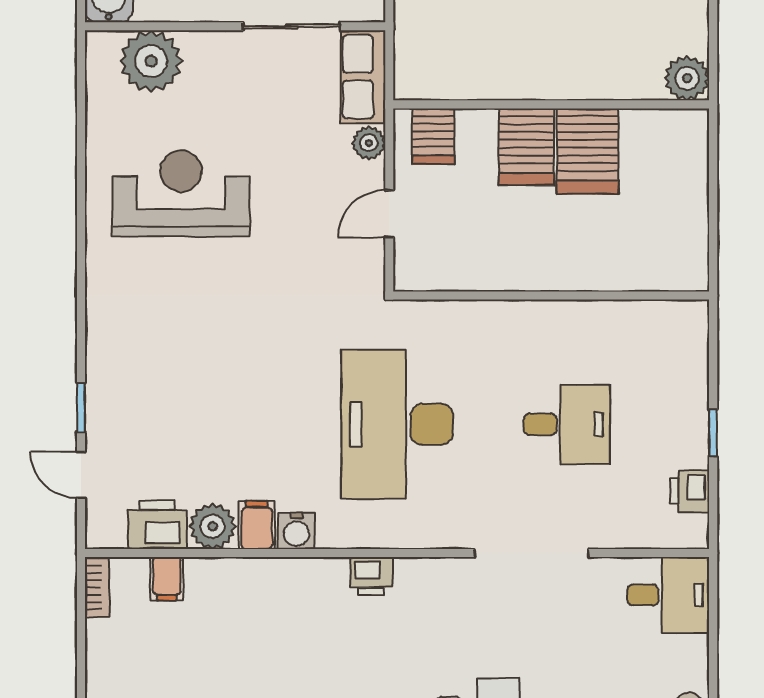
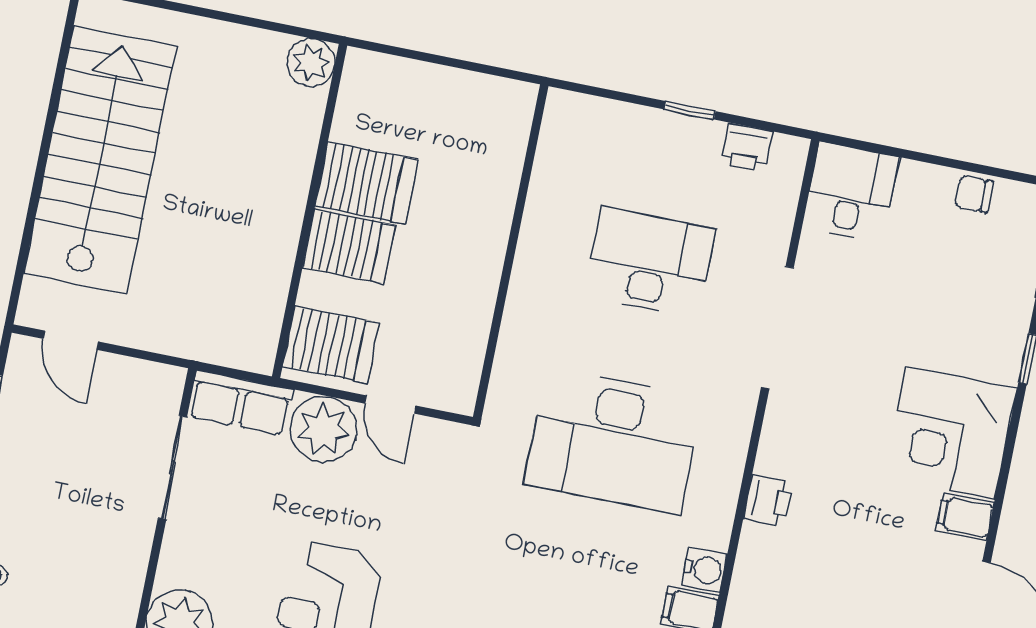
server rack: (433, 136) -> (331, 344), width x1.36, depth x1.44
plant: (369, 143) -> (324, 429), width x1.87, depth x1.87
desk: (567, 424) -> (650, 262), width x1.37

